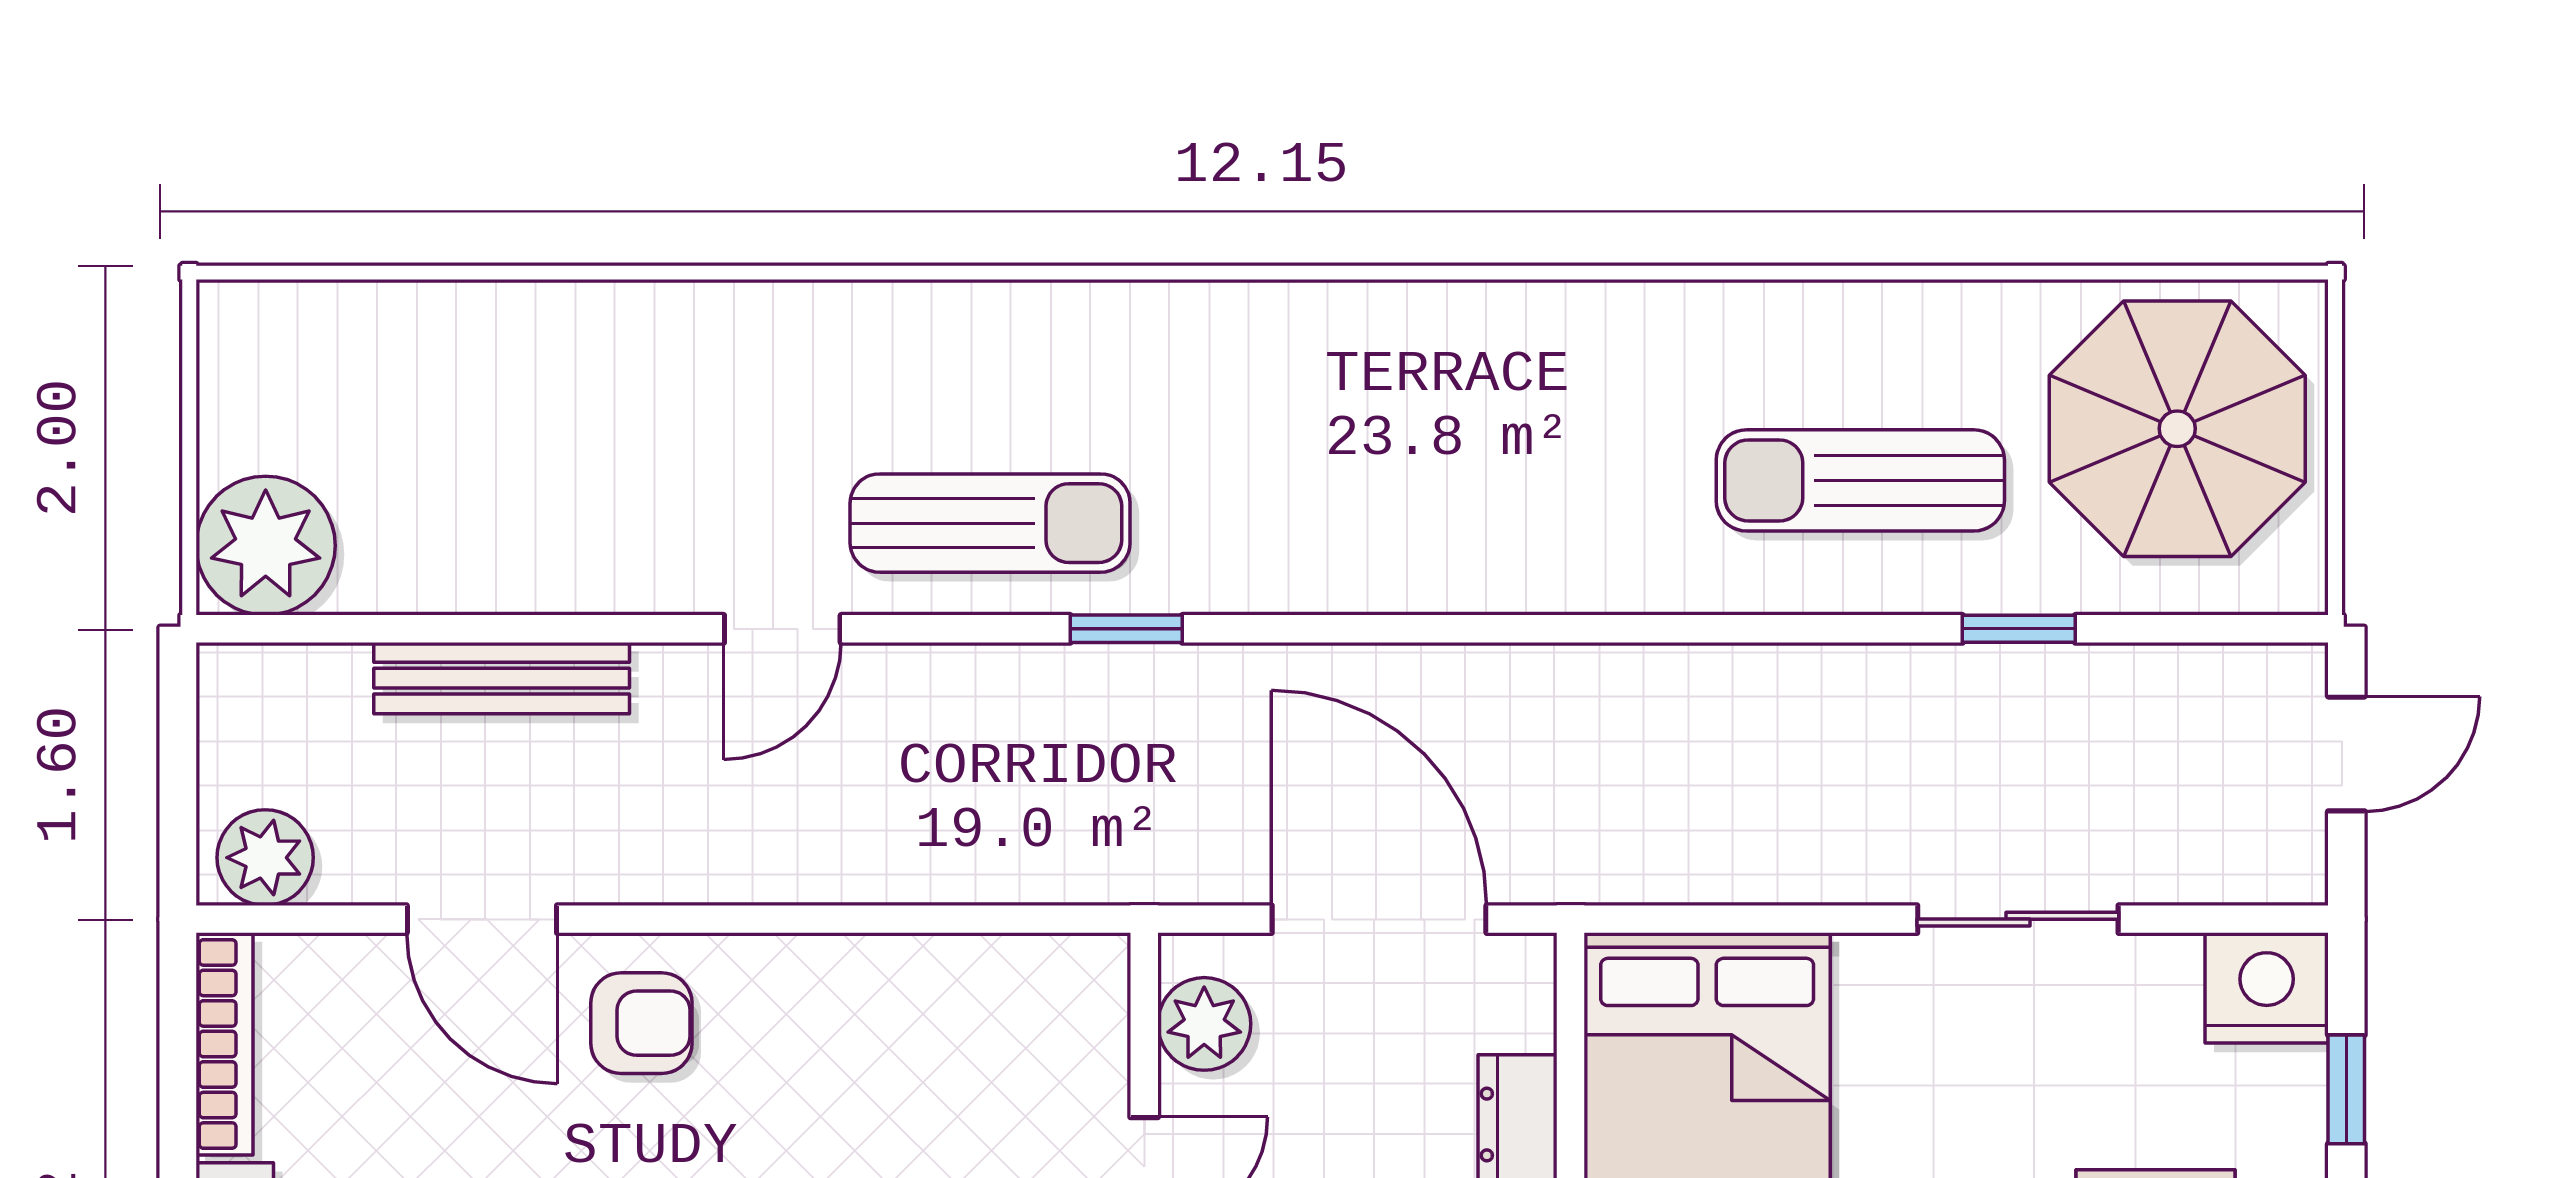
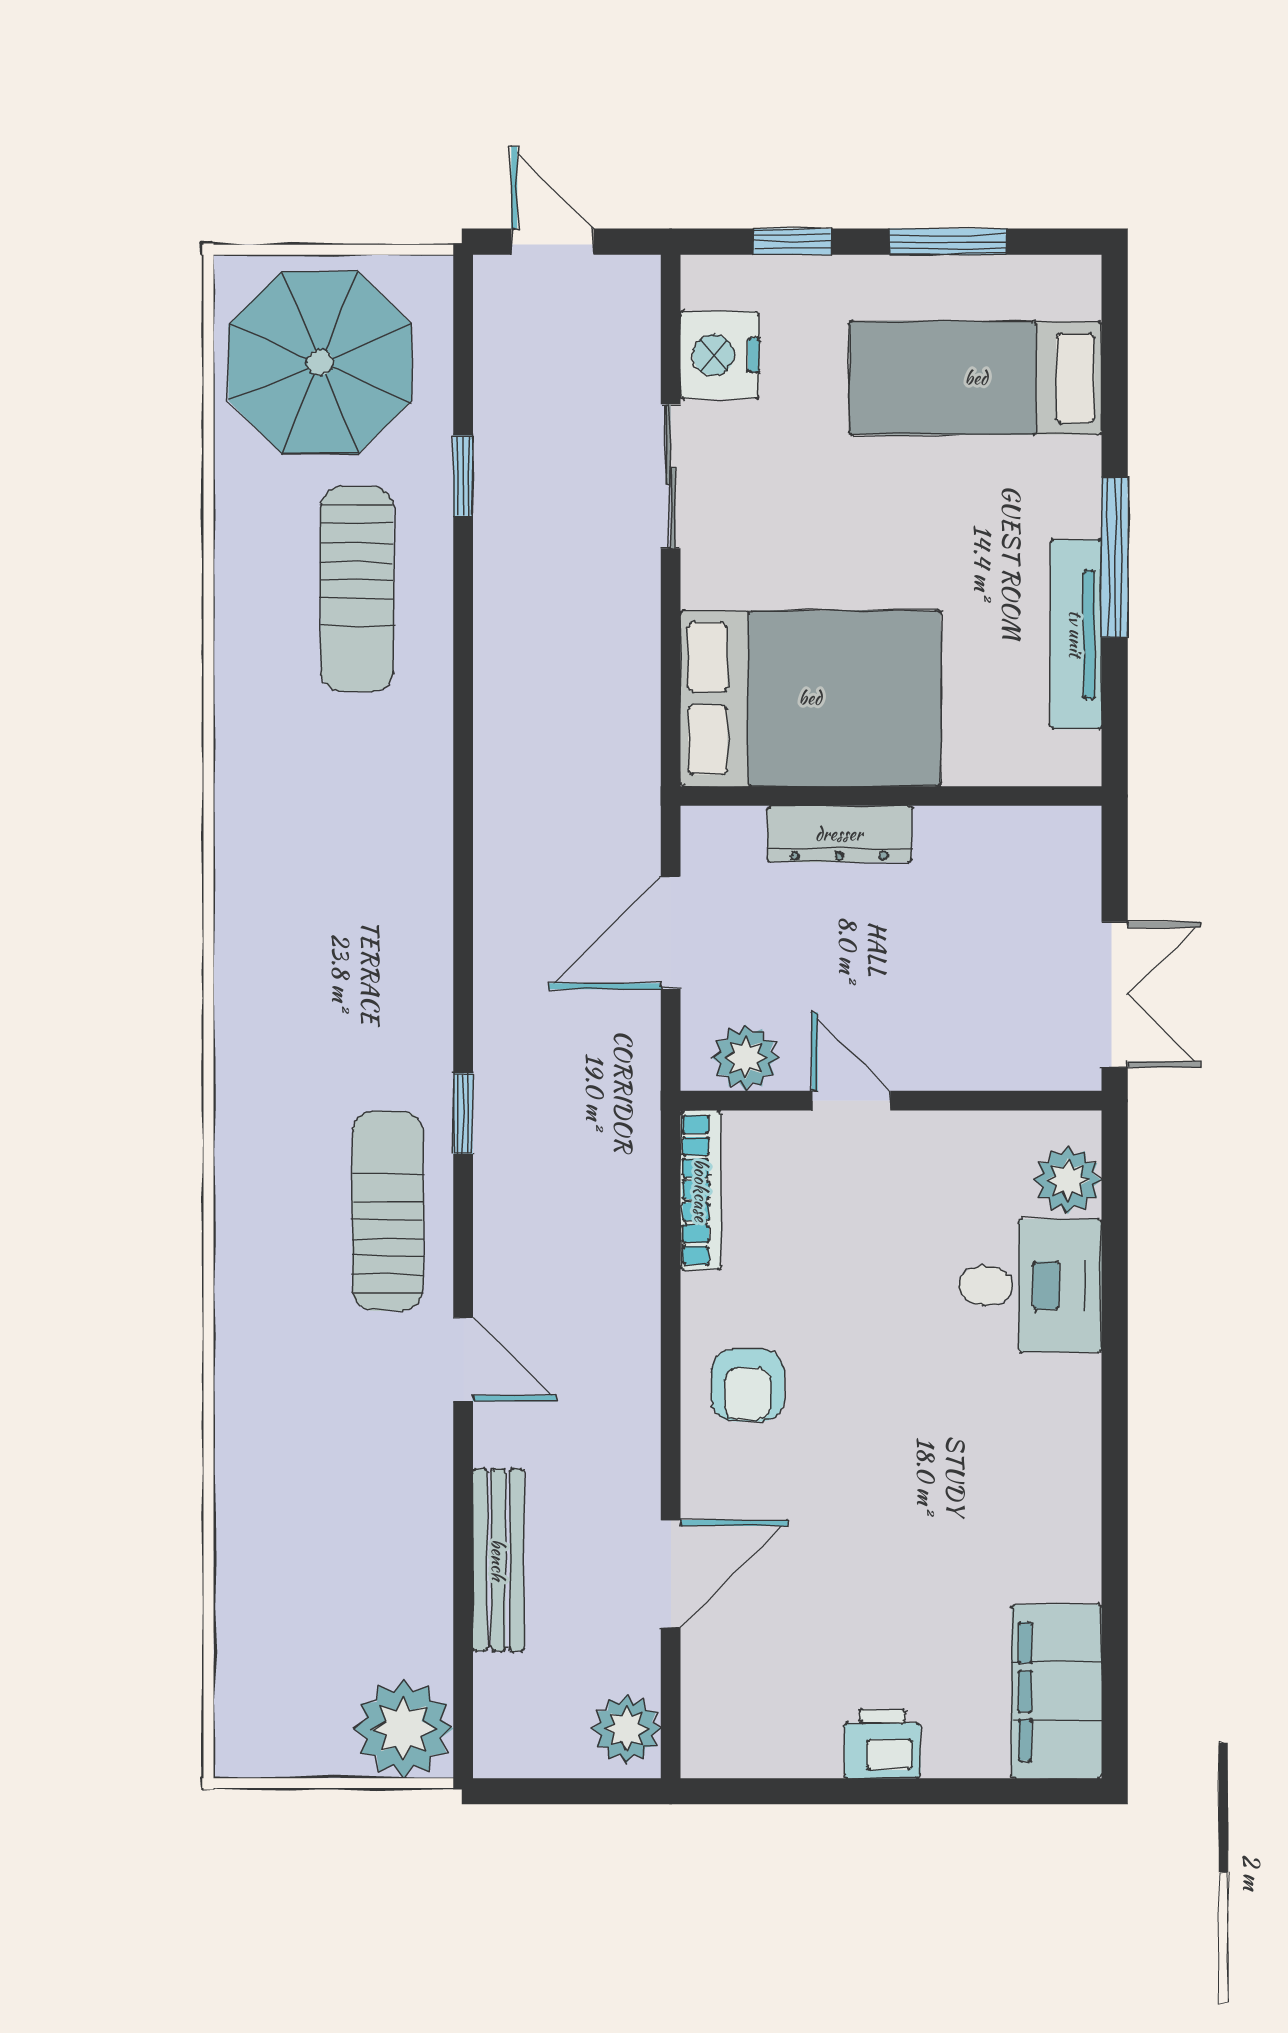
door: (1379, 919) -> (671, 933), width x0.73
nightstand: (2267, 988) -> (720, 355), moved
armchair: (641, 1023) -> (748, 1385), moved, turned 180
bookcase: (225, 1044) -> (701, 1190), moved, turned 90

